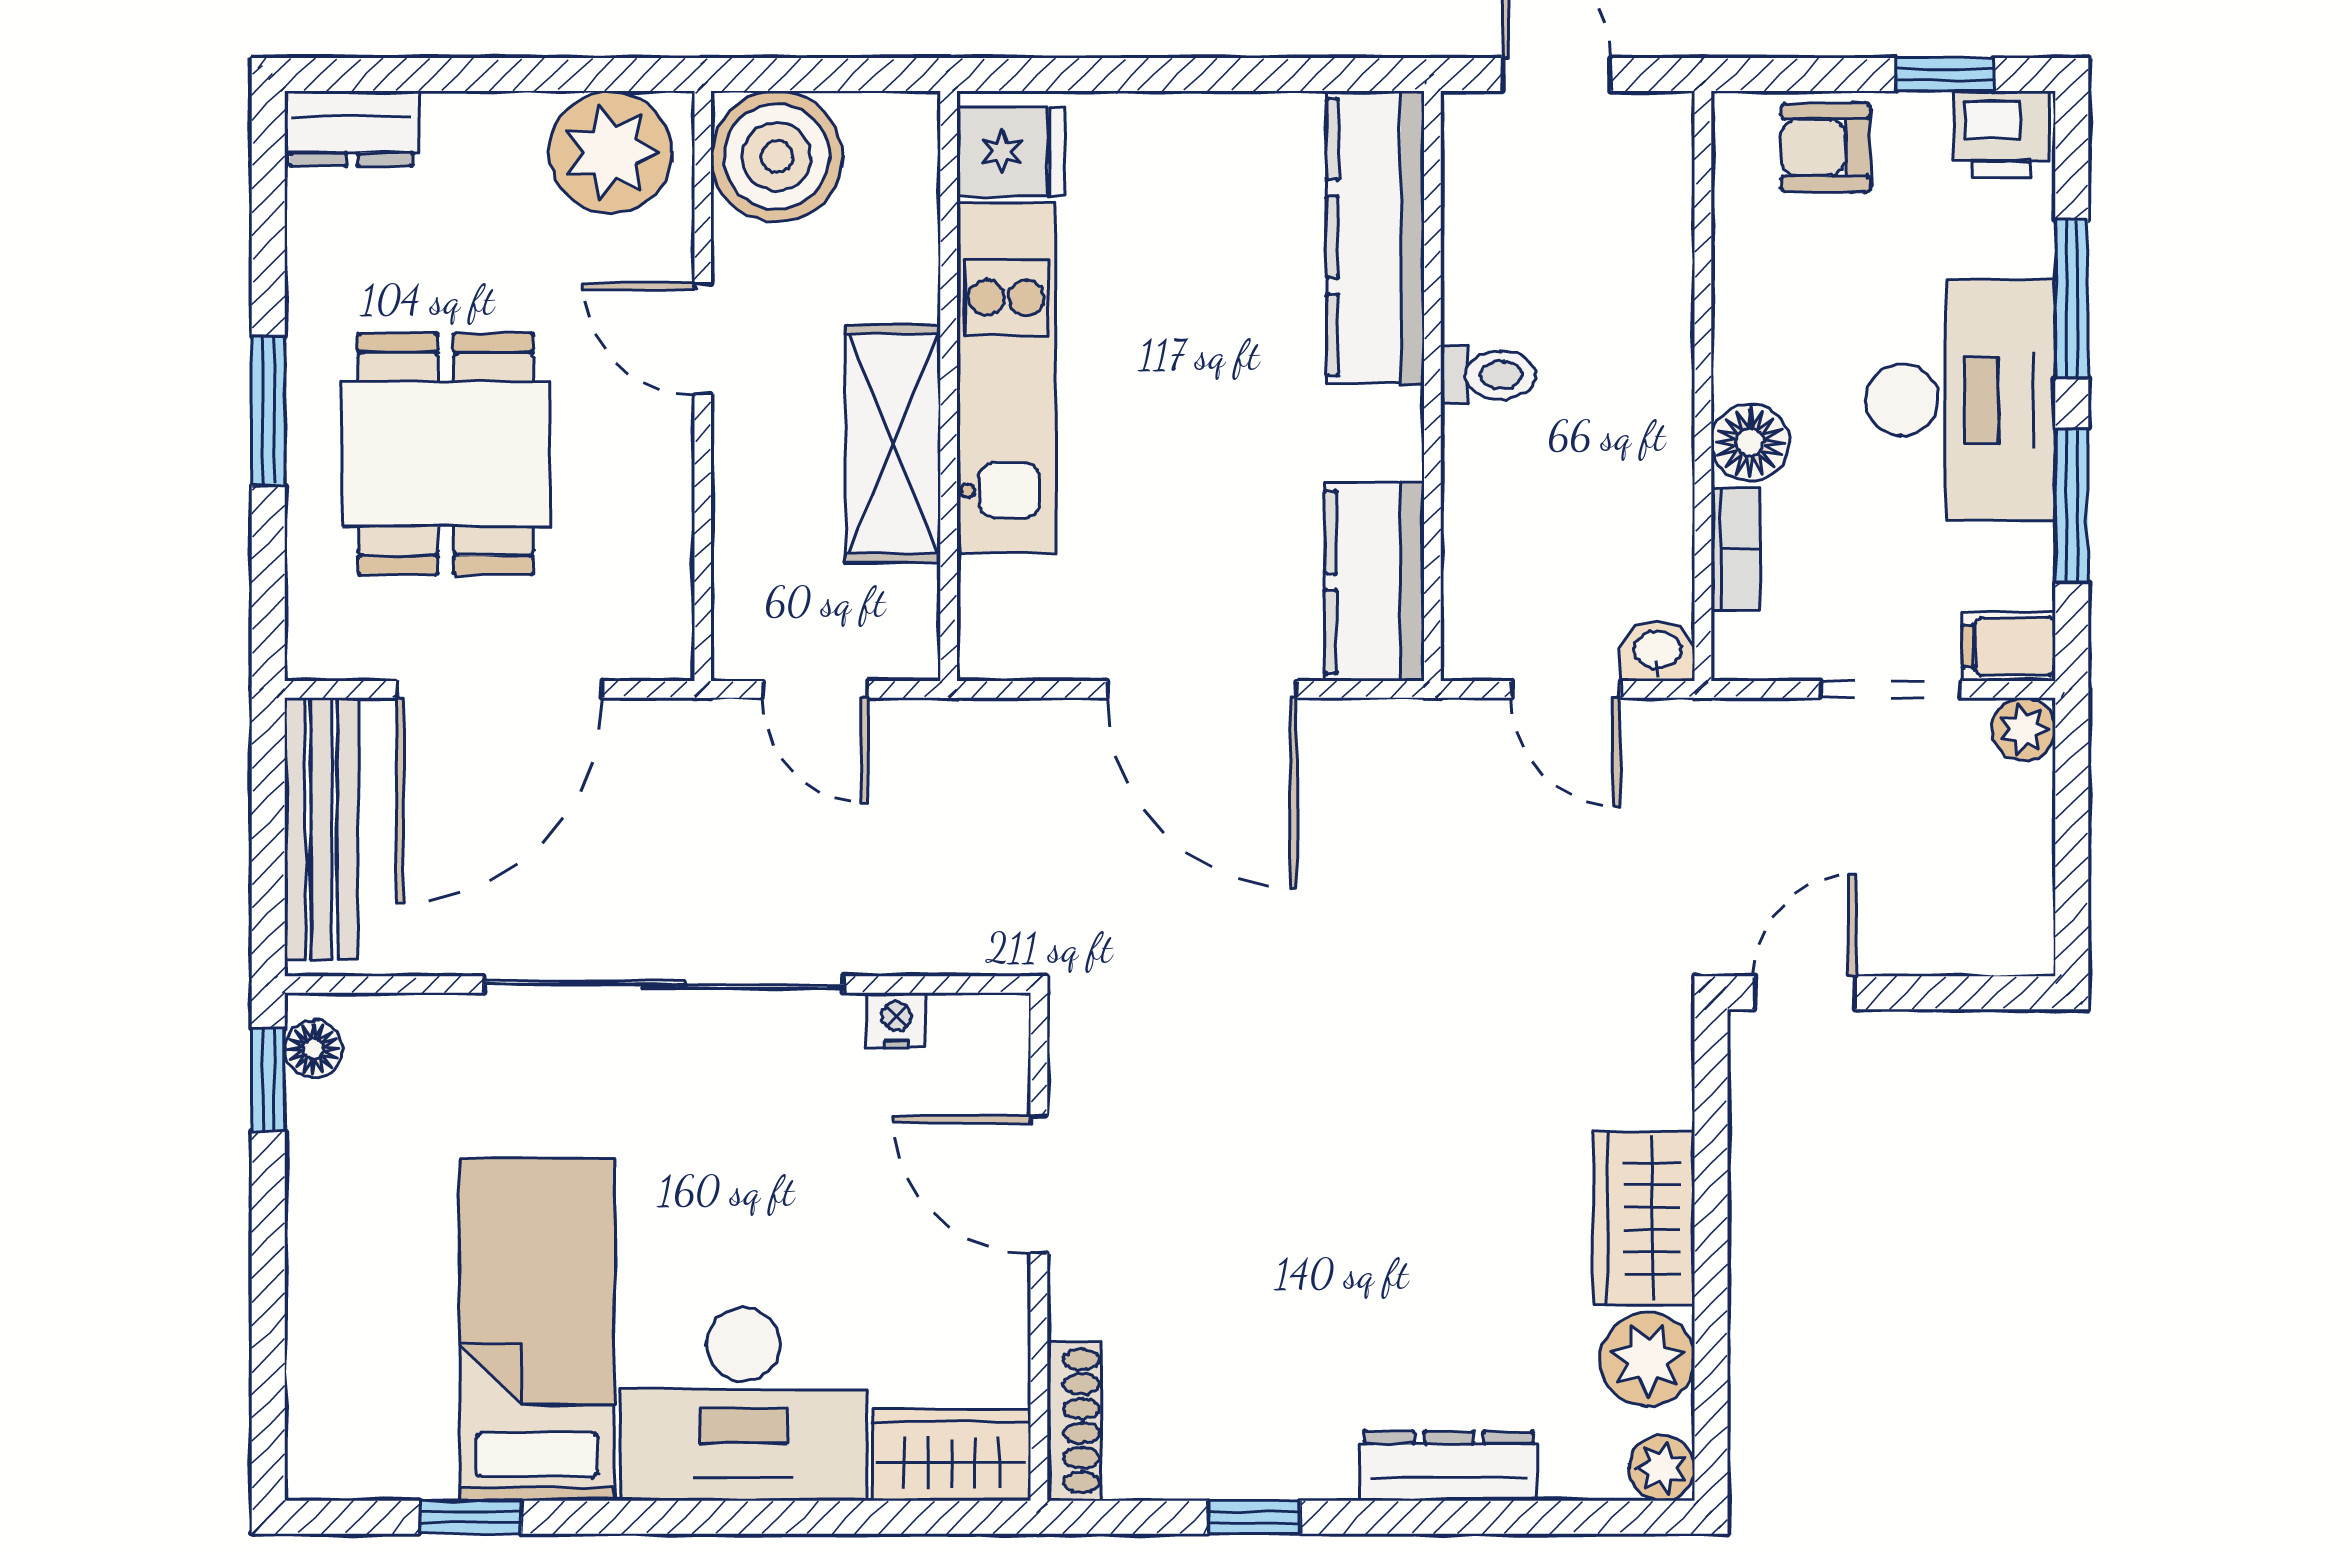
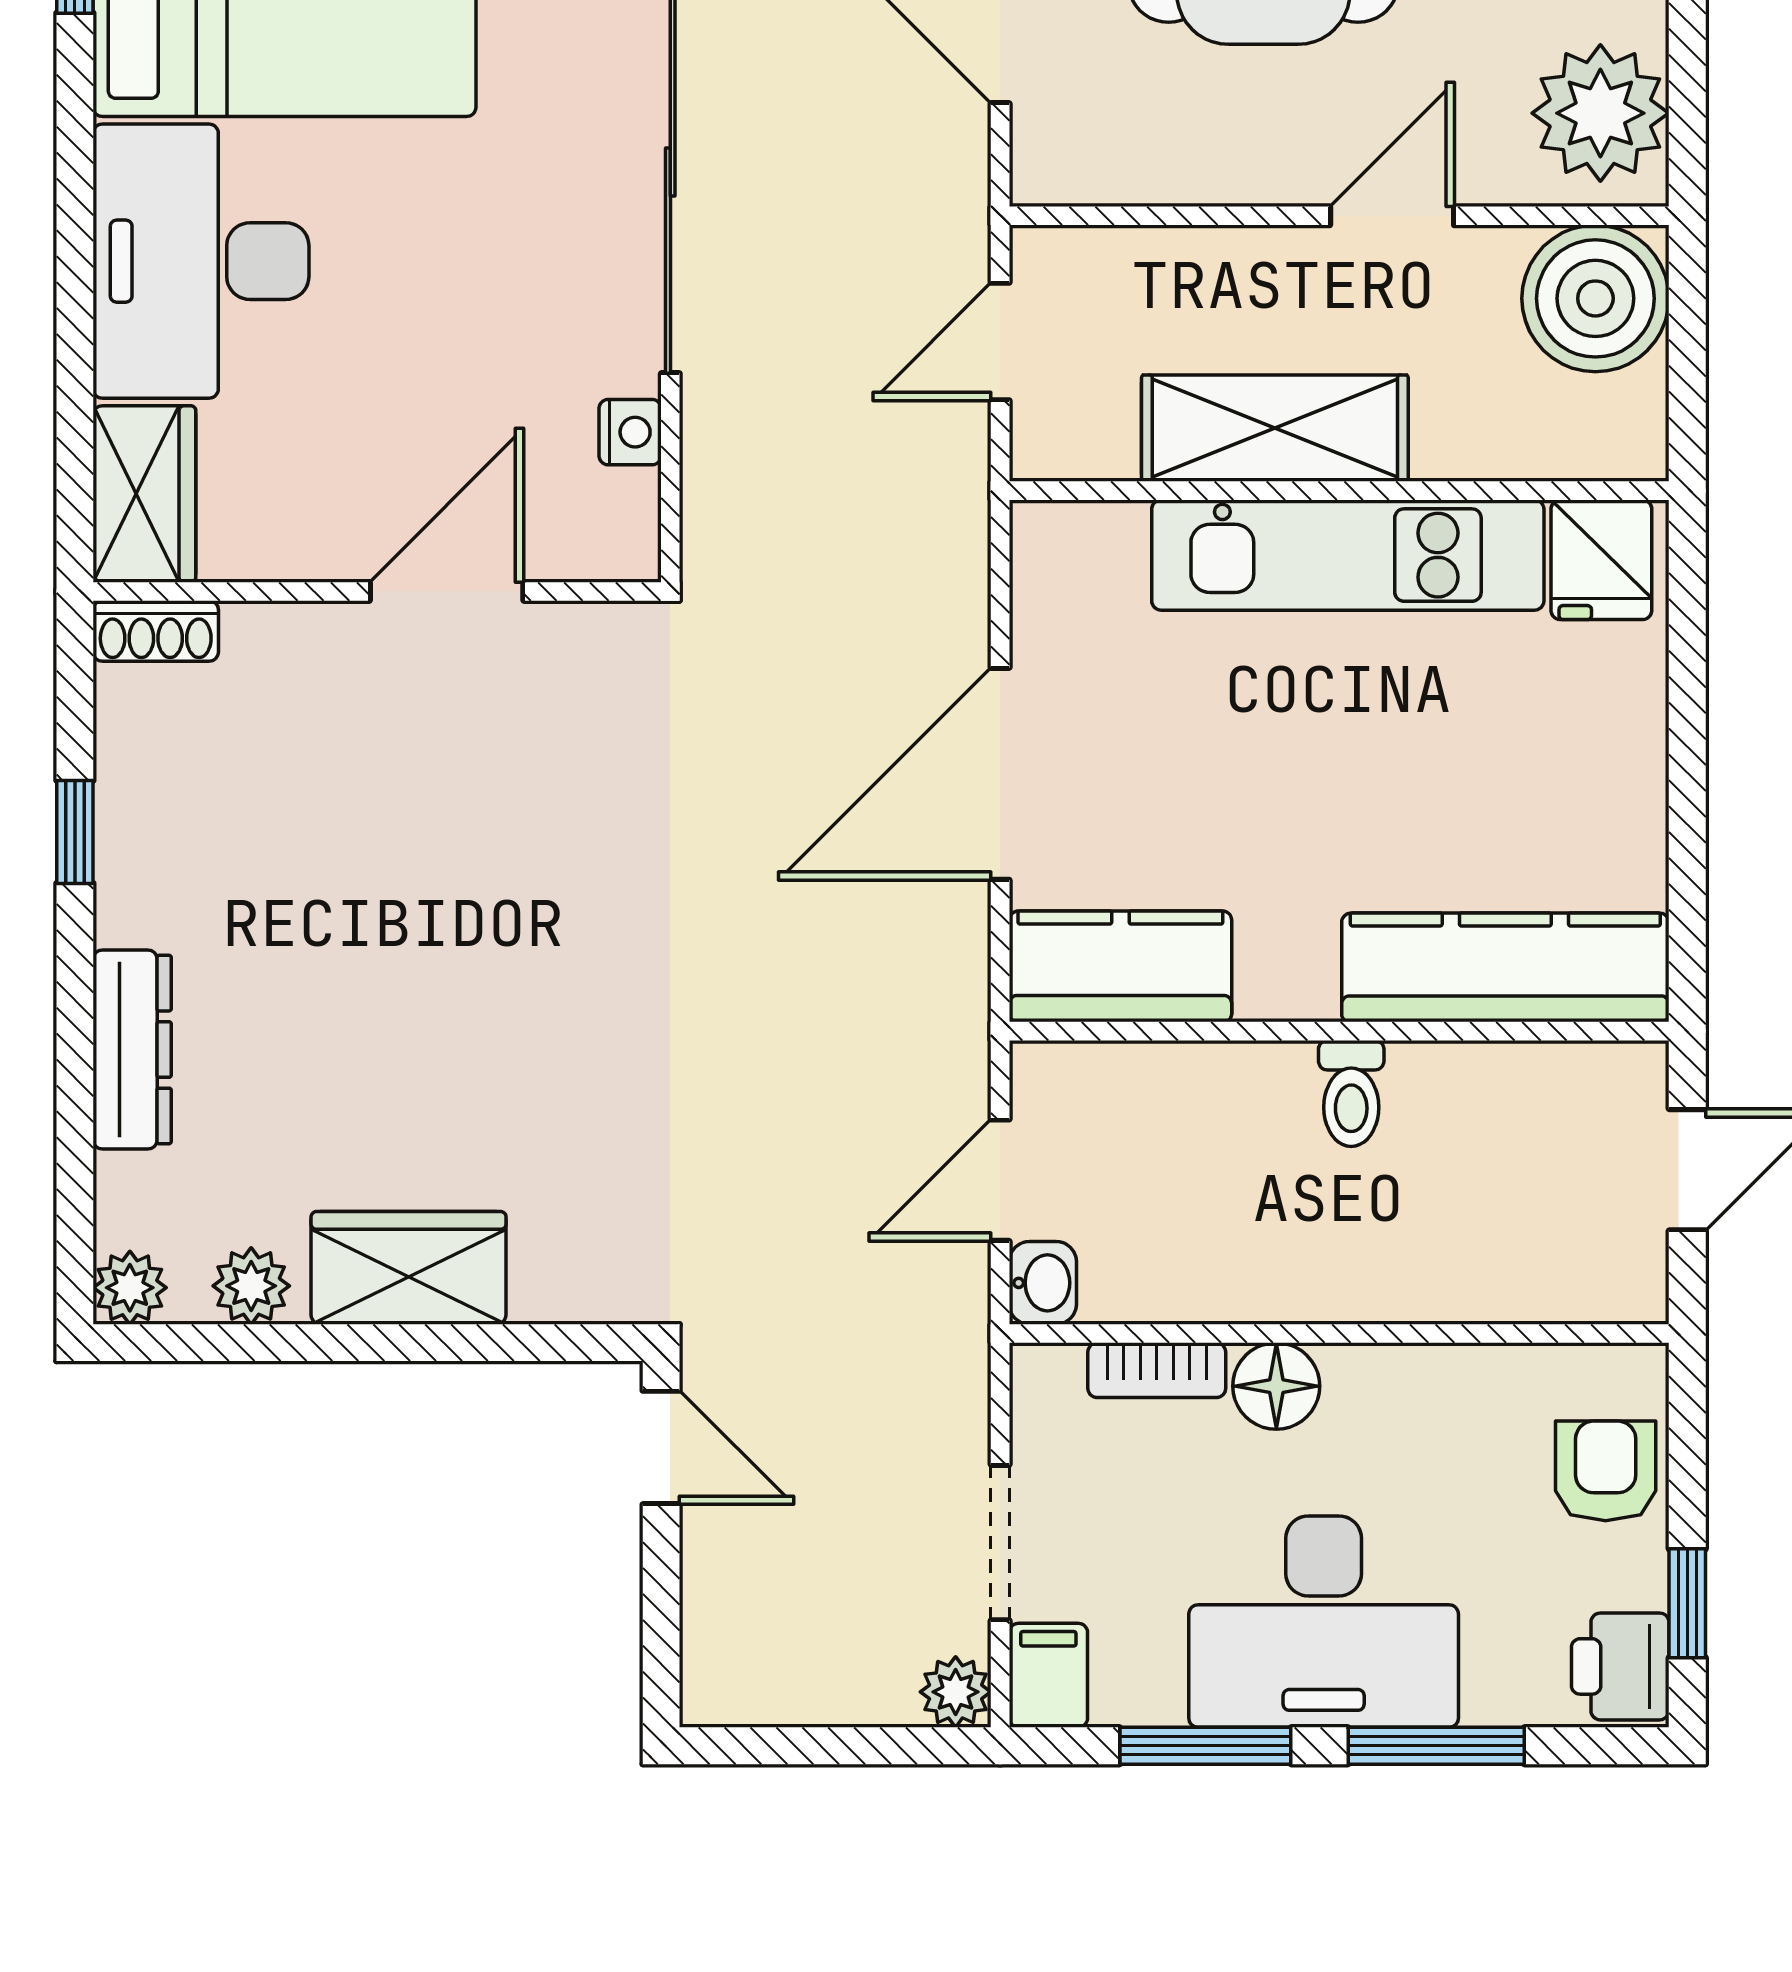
plant: (1647, 1360) -> (251, 1286), width x0.73, depth x0.73
shoe rack: (1074, 1421) -> (156, 631), width x0.70

